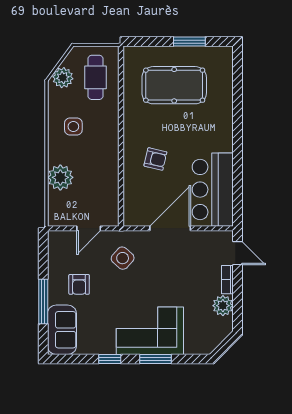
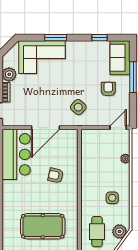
plant: (60, 177) -> (125, 159), width x0.53, depth x0.53
door: (89, 228) -> (118, 128), moved
corner sofa: (150, 331) -> (42, 57), moved
window: (110, 359) -> (100, 38), moved

